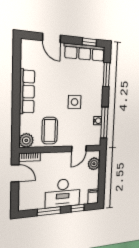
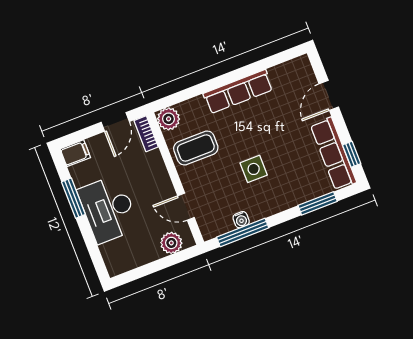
filing cabinet: (93, 196) -> (75, 153), moved
window: (78, 208) -> (92, 245), removed

